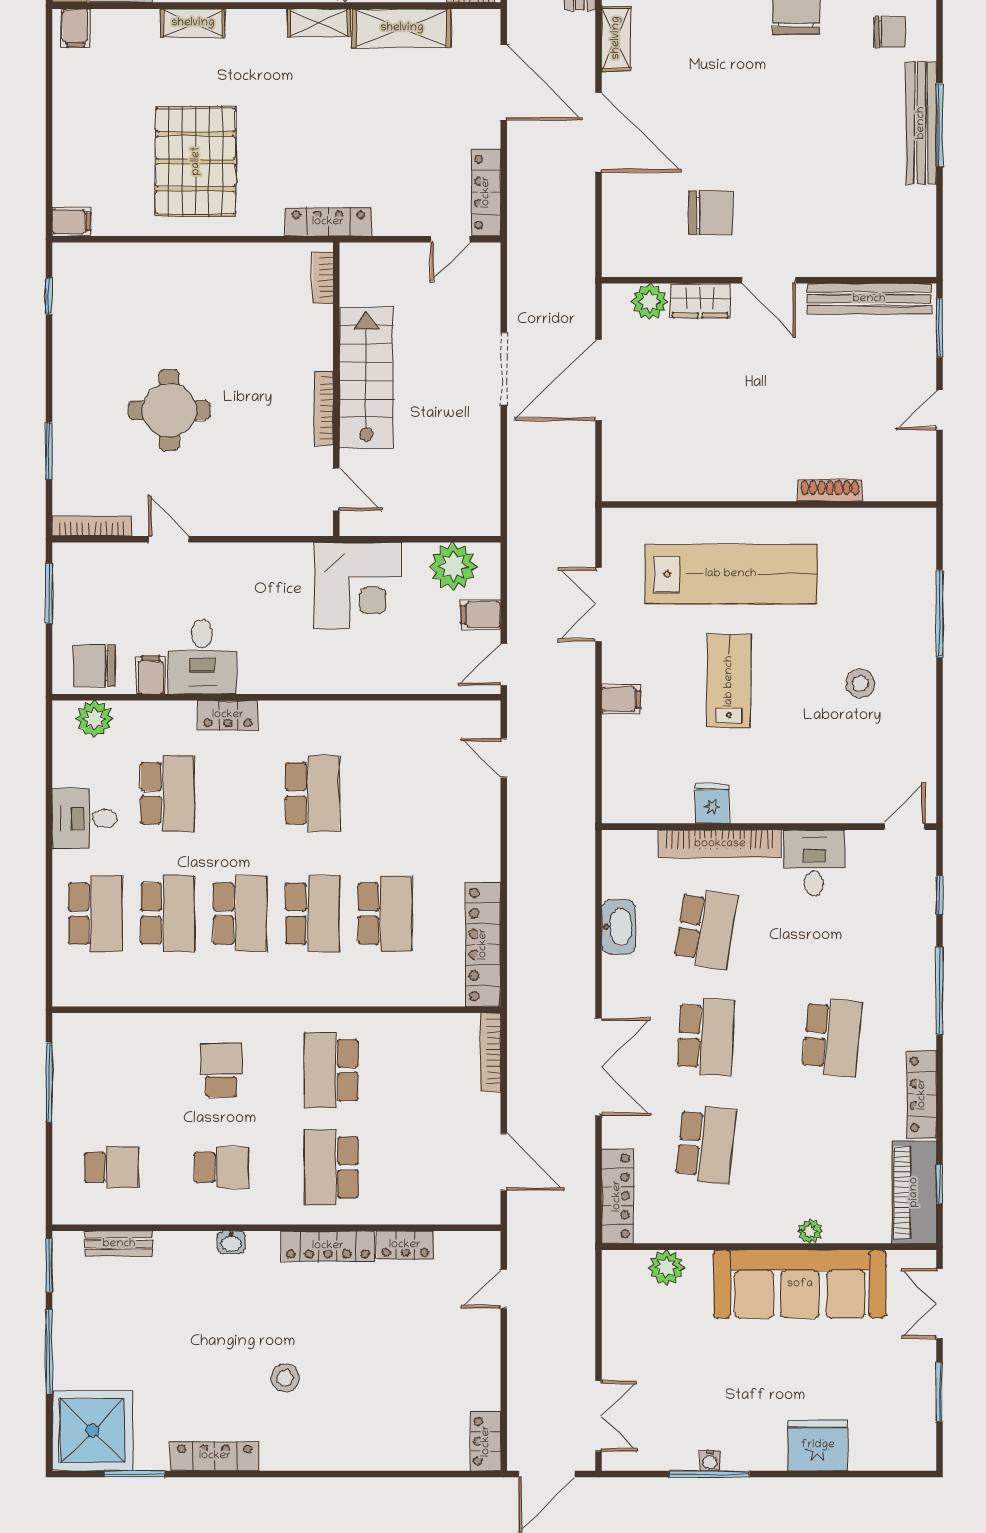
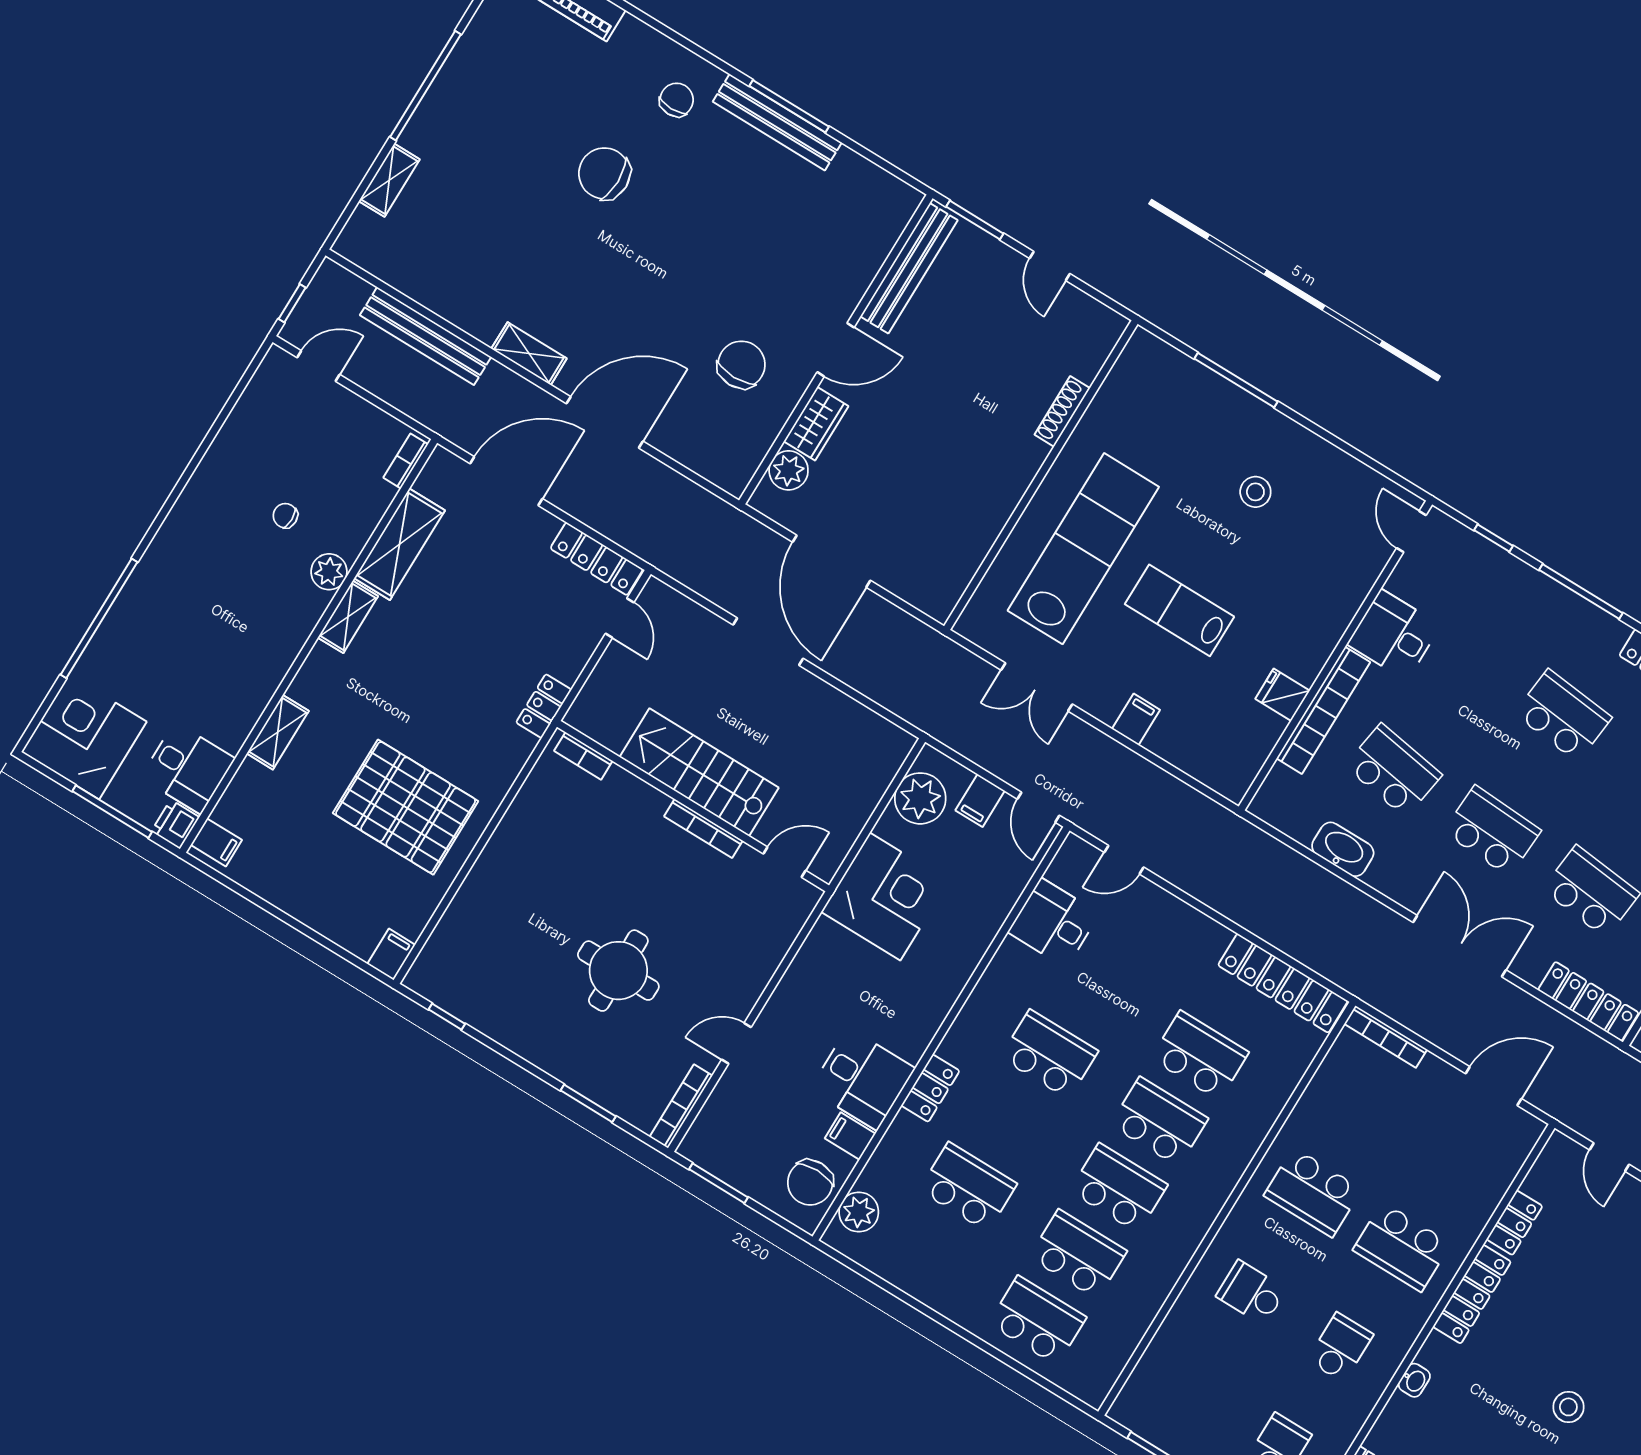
locker: (328, 222) -> (544, 706), width x0.66
desk: (85, 818) -> (1054, 923), moved, turned 90

